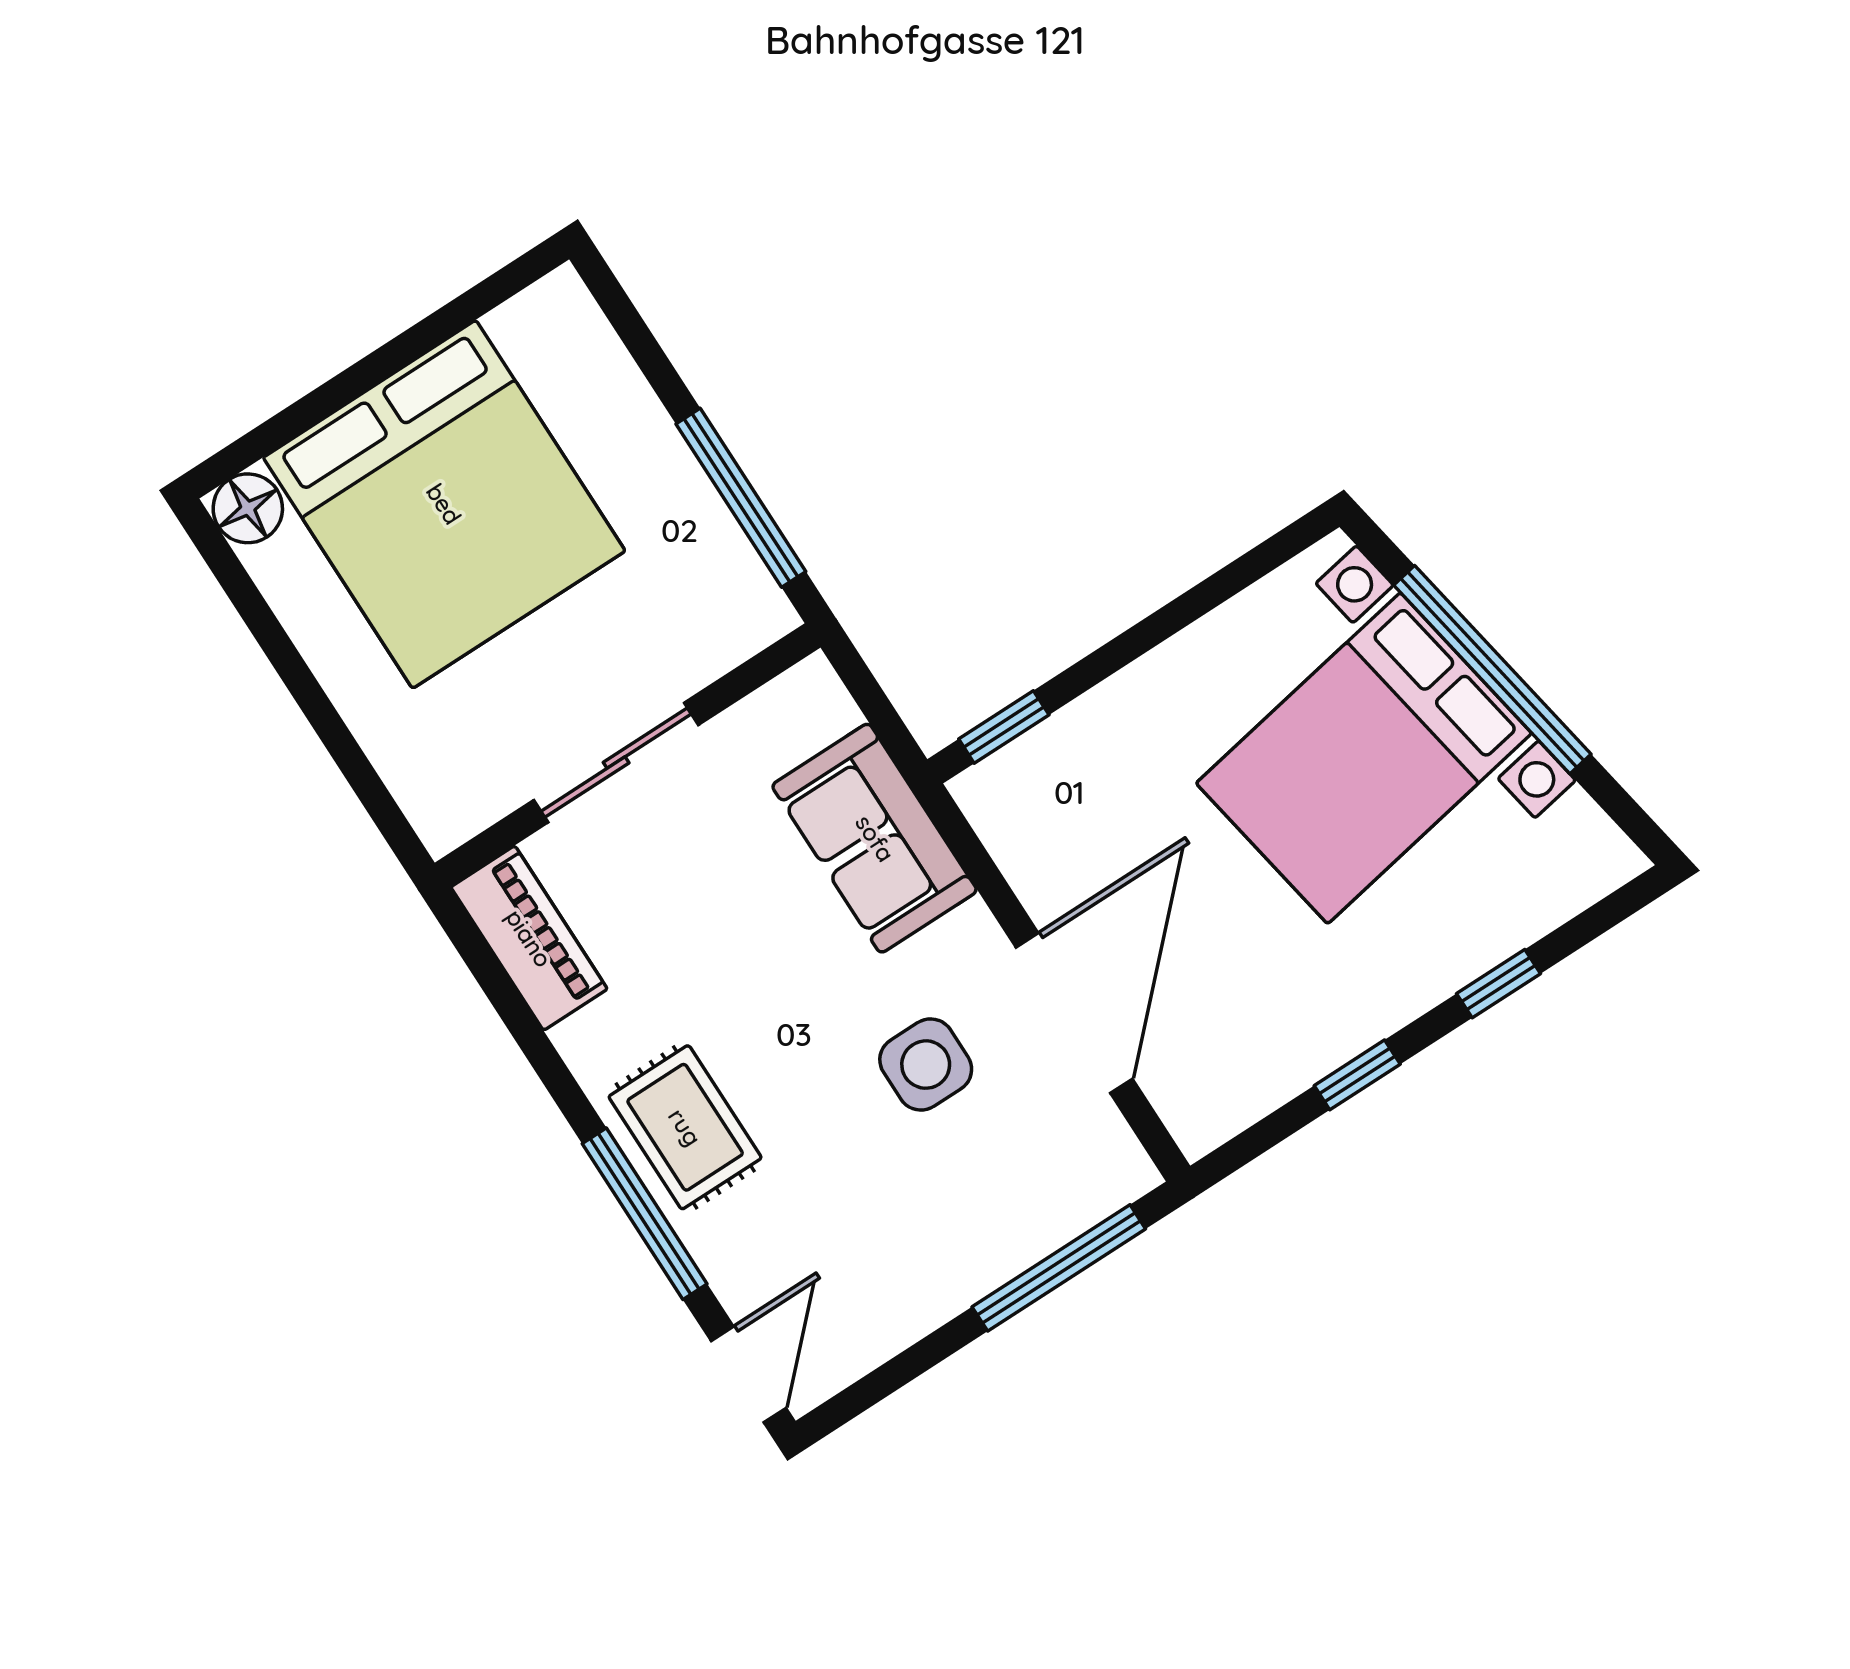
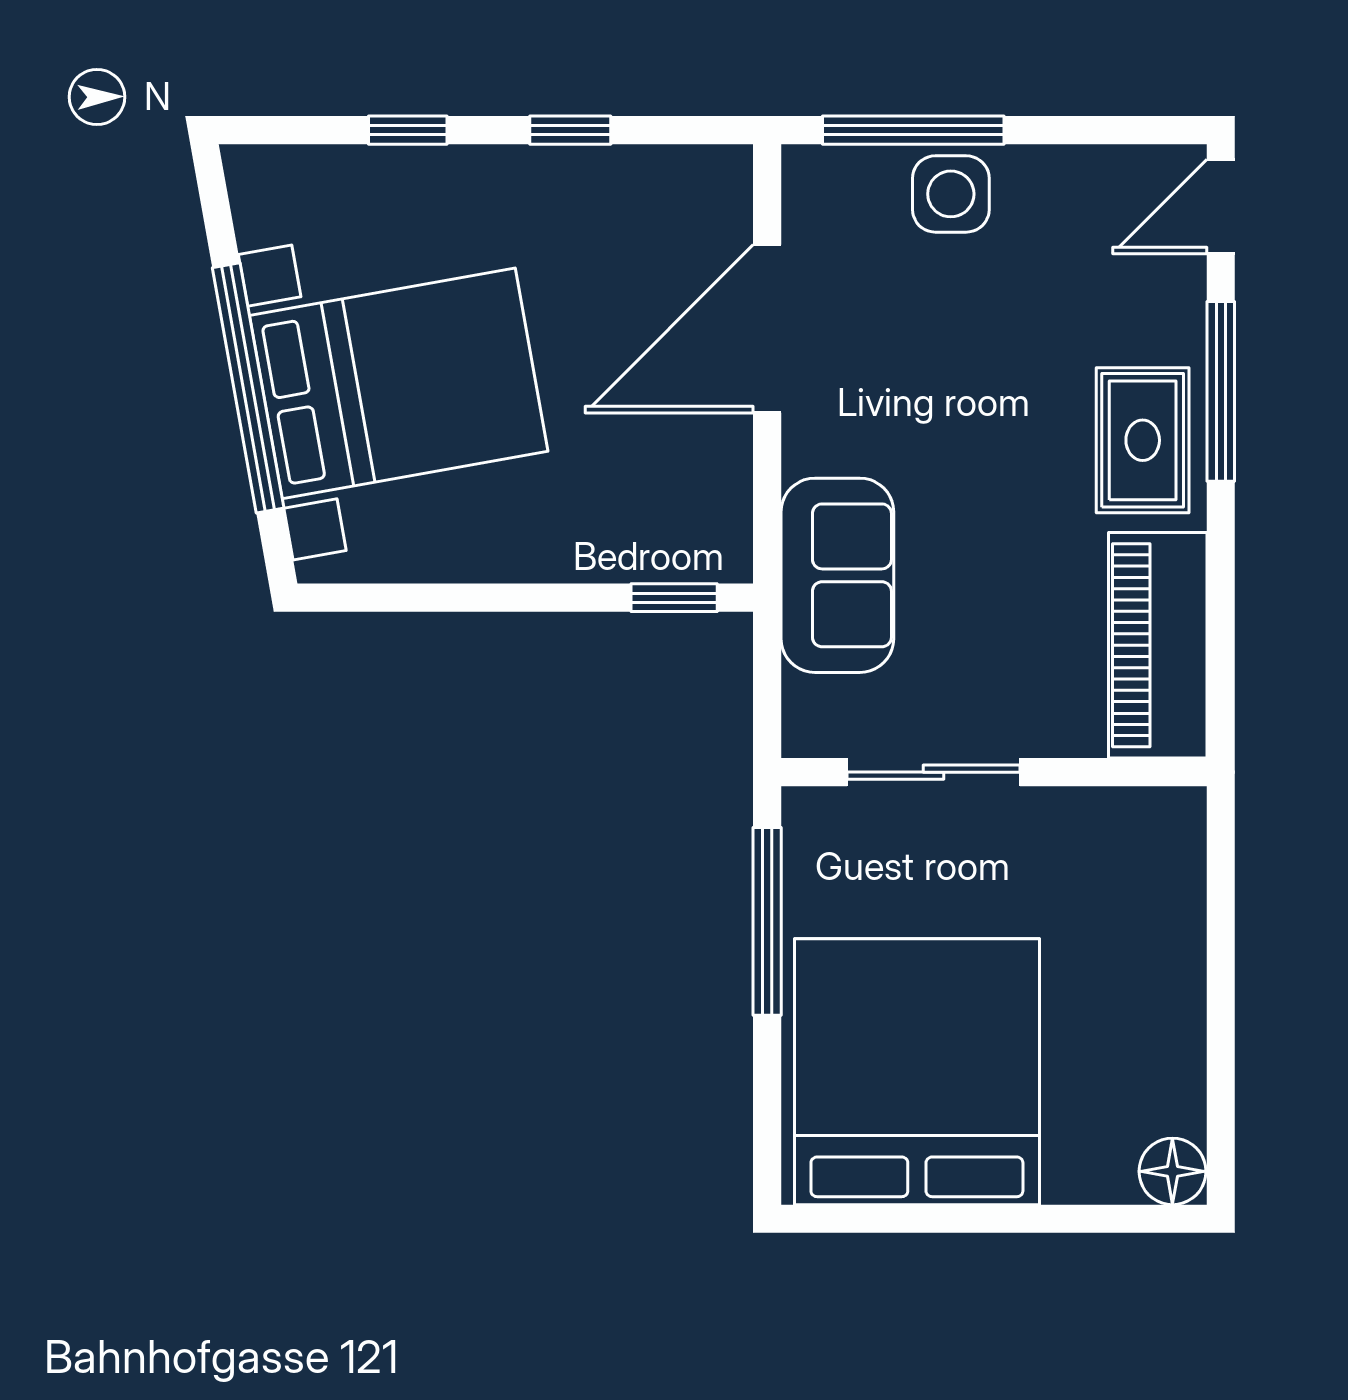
bed: (444, 504) -> (917, 1072), moved
sliding door: (616, 763) -> (934, 772), moved
piano: (529, 938) -> (1158, 645), width x1.37, depth x1.33
side table: (926, 1065) -> (951, 194), moved

